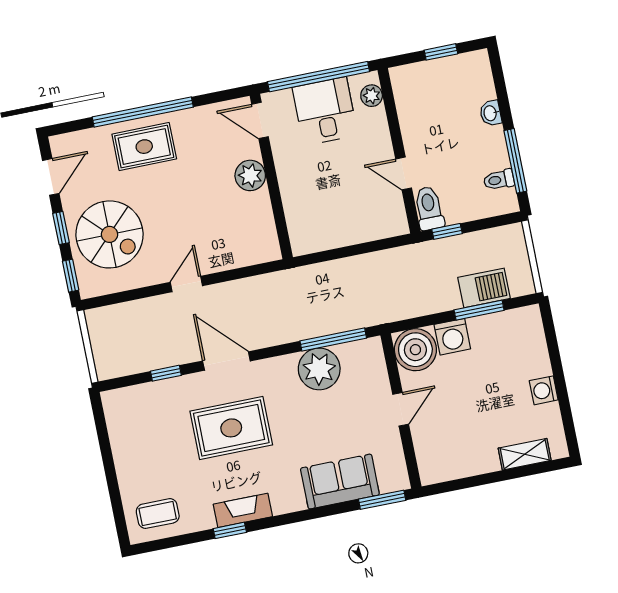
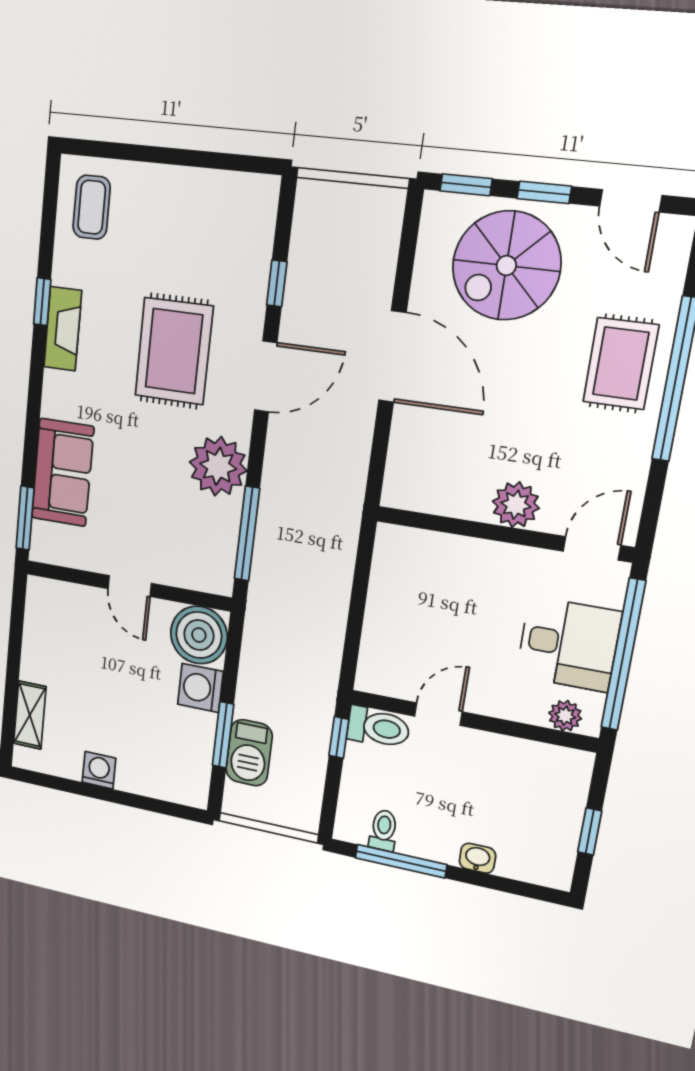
door: (186, 284) -> (392, 357), width x1.87
plant: (319, 369) -> (218, 466), moved

